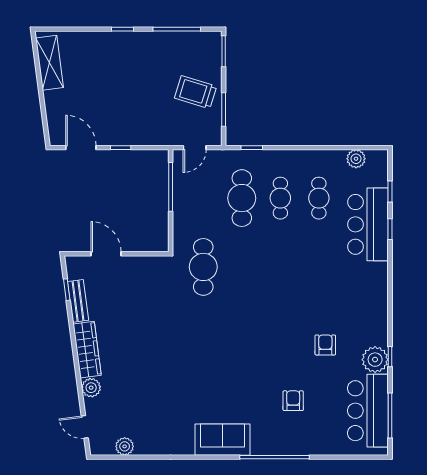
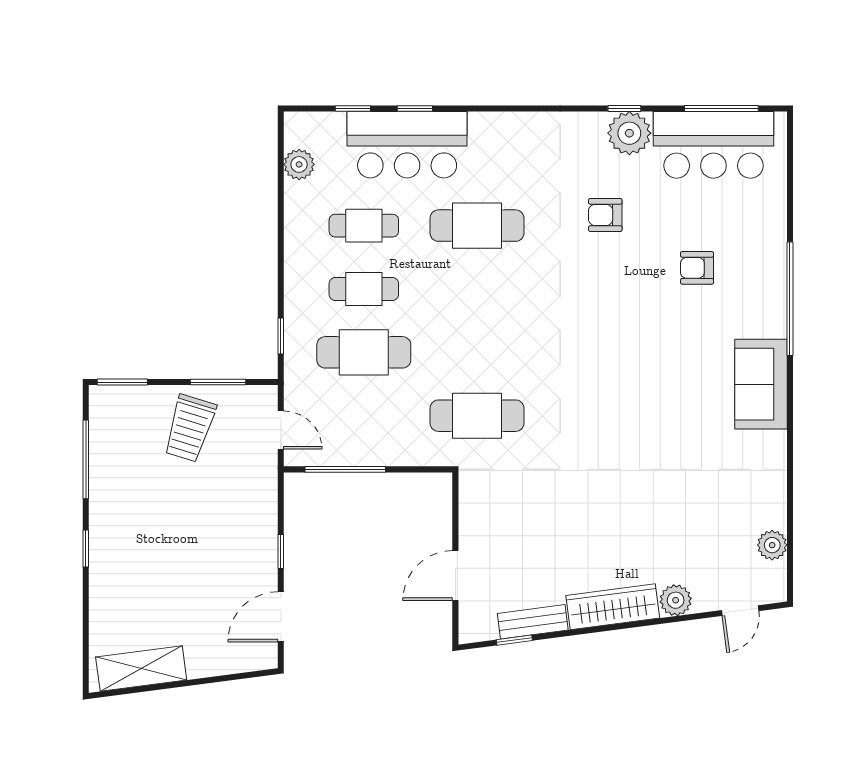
cafe table: (319, 267) -> (477, 226), added

